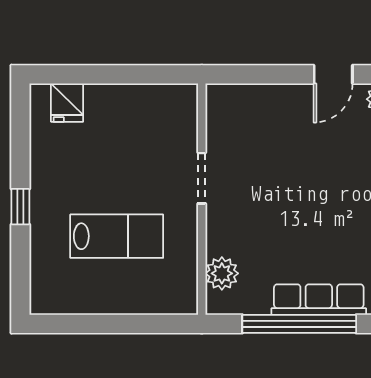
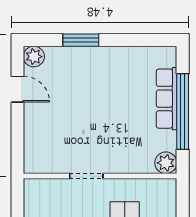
plant: (222, 273) -> (166, 163), moved

